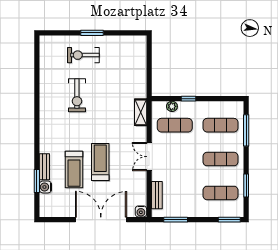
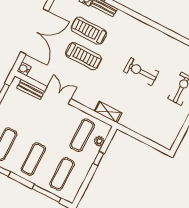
exercise bike: (77, 95) -> (141, 72), moved
double door: (149, 157) -> (58, 95), moved

